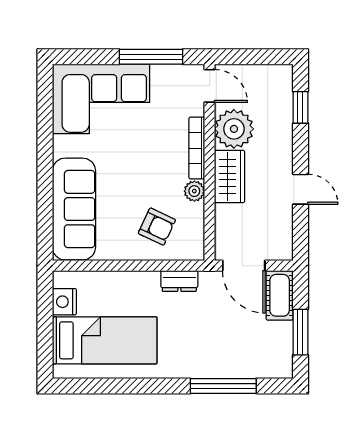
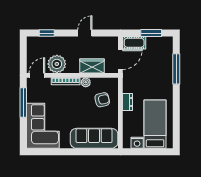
wardrobe: (230, 176) -> (92, 66), moved
armchair: (157, 227) -> (102, 100), turned 52
dresser: (179, 281) -> (127, 102), moved

